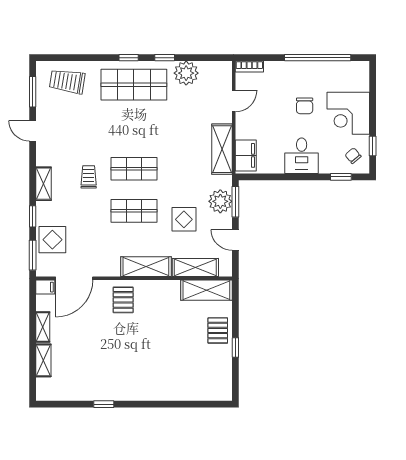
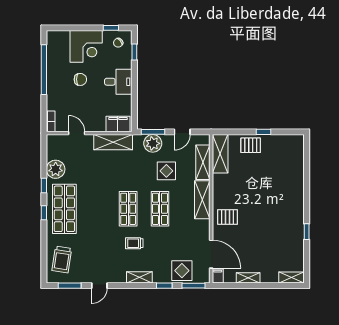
shelving: (43, 360) -> (292, 278), moved

